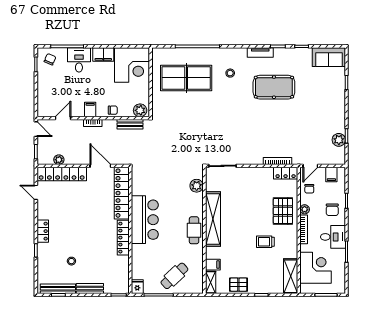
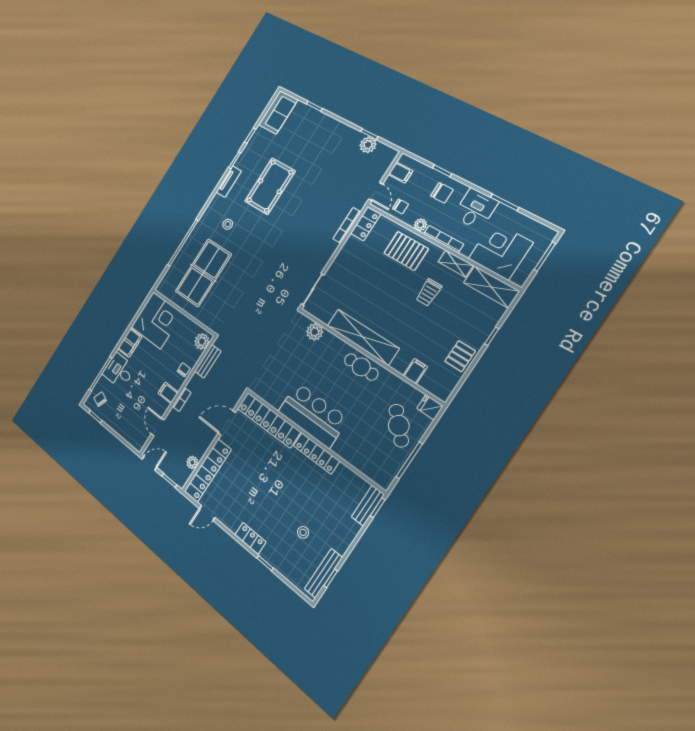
shelving: (211, 282) -> (456, 264), moved
fridge: (137, 287) -> (430, 407), moved
bench: (90, 289) -> (368, 506), moved

